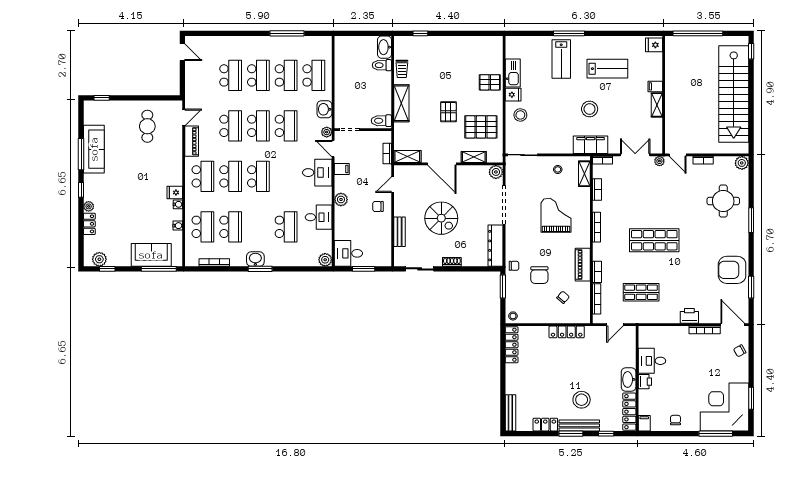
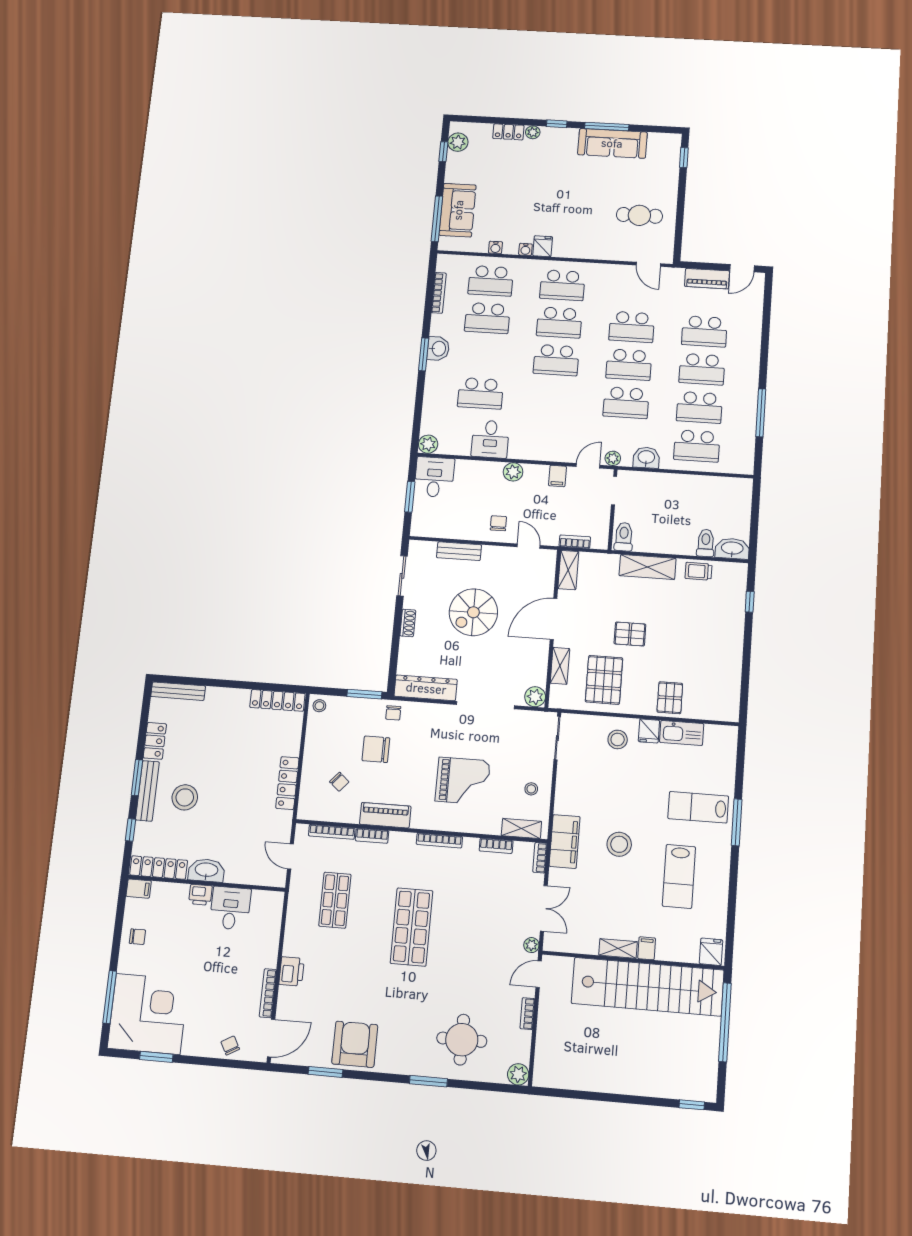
stairs: (734, 94) -> (648, 987), moved, turned 180
piano: (192, 141) -> (707, 279), moved
desk: (317, 173) -> (555, 441), removed

